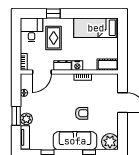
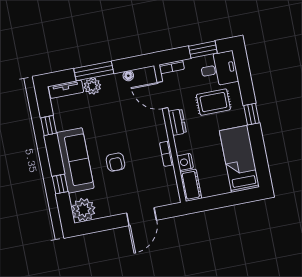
window: (53, 13) -> (251, 114), moved
window: (16, 38) -> (203, 50), added
nightstand: (77, 66) -> (185, 162), moved
window: (16, 116) -> (94, 71), width x1.44

